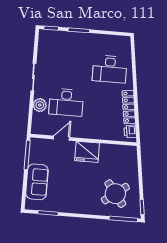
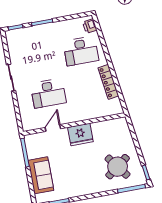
plant: (40, 105) -> (24, 102), removed
printer: (130, 131) -> (90, 26), moved

